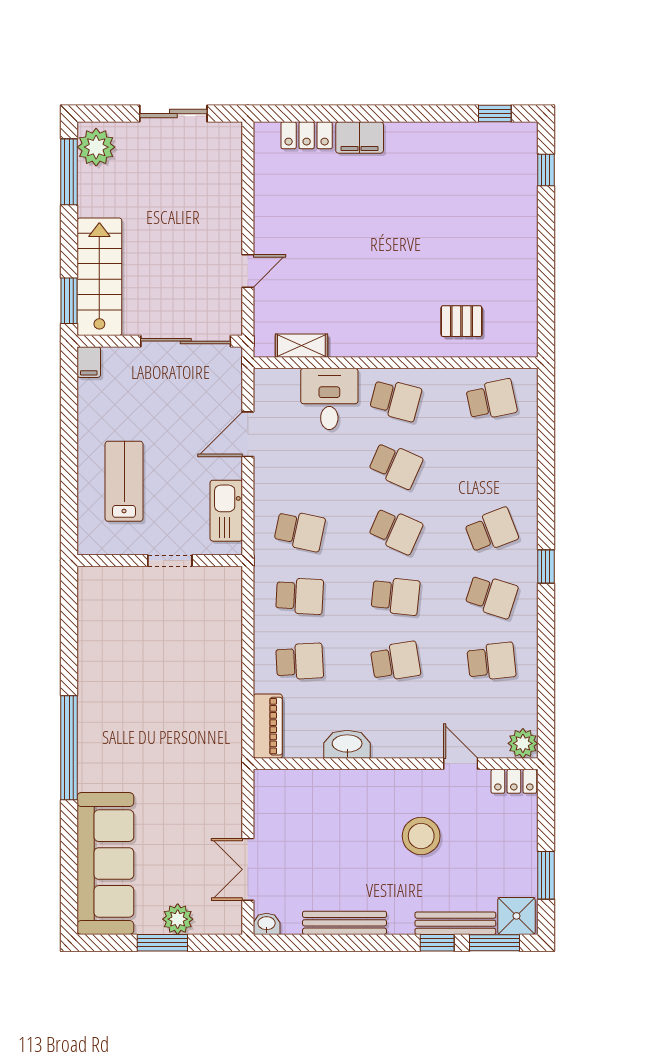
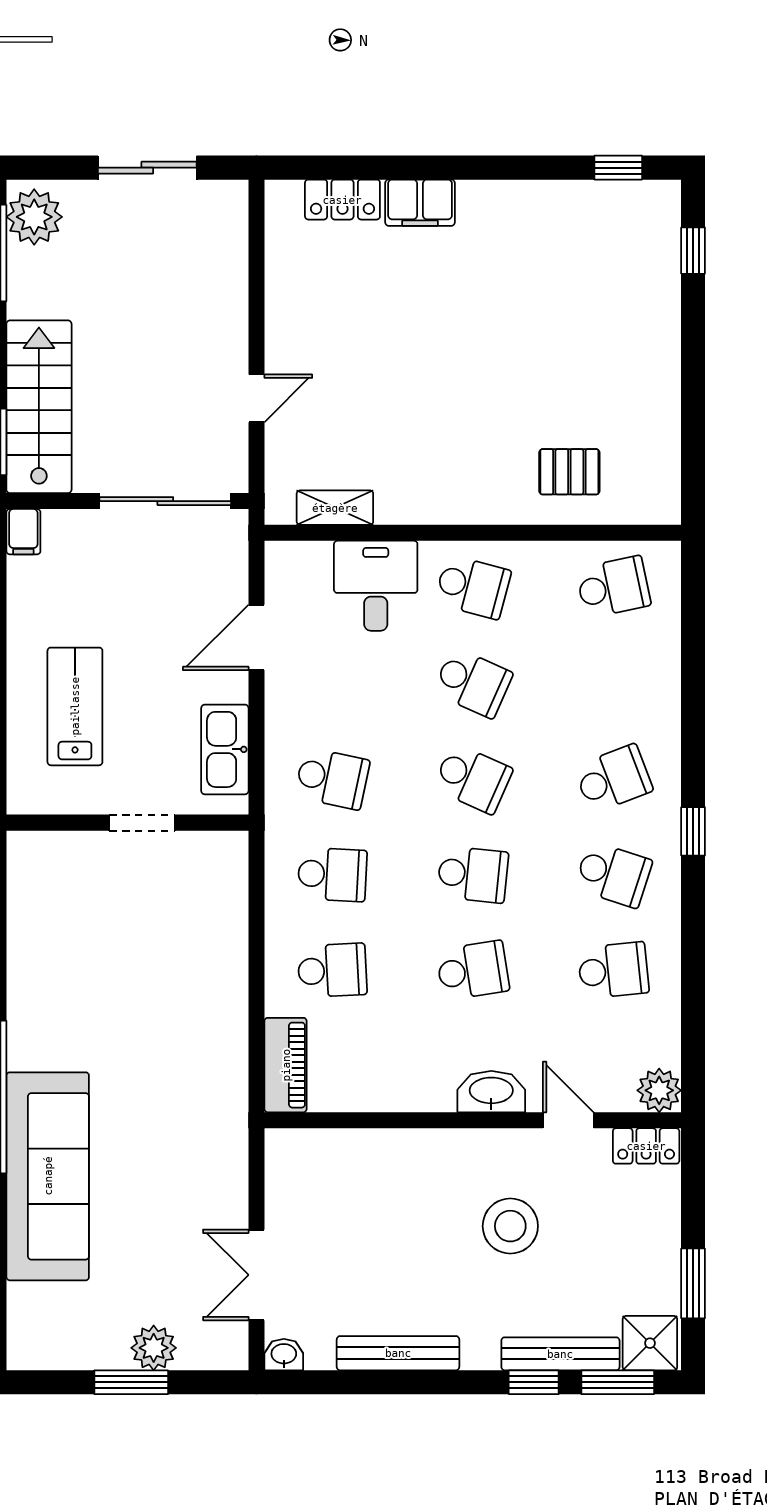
washbasin: (347, 744) -> (491, 1092), moved
sofa: (105, 863) -> (48, 1176), moved

